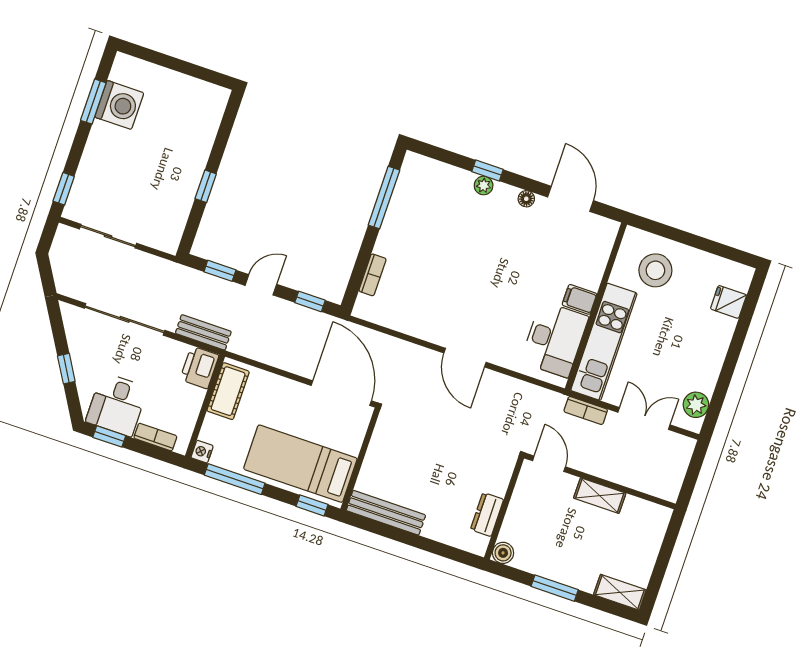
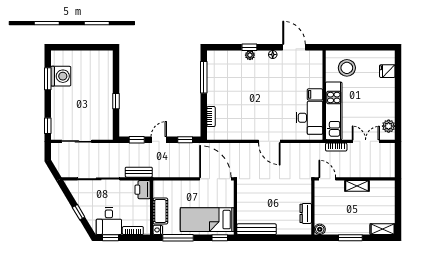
cot: (228, 391) -> (160, 211), moved

